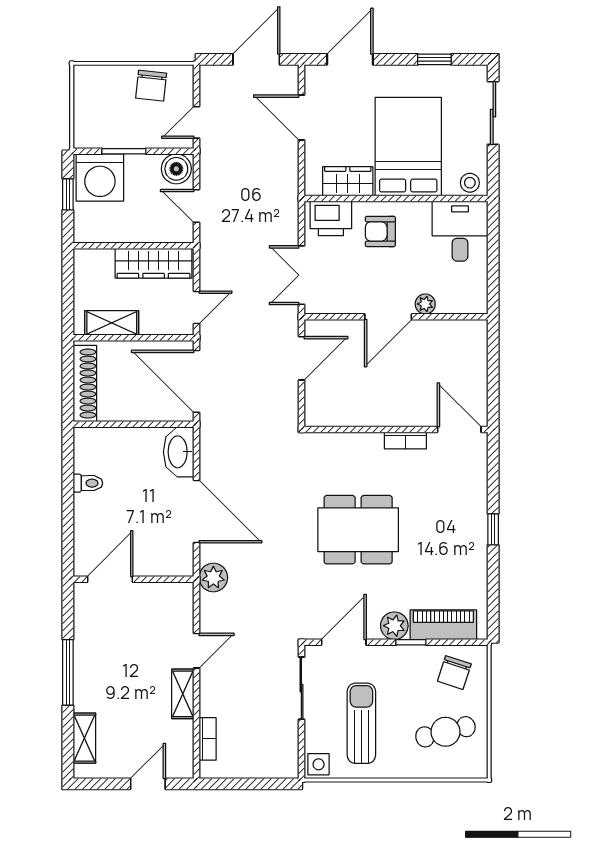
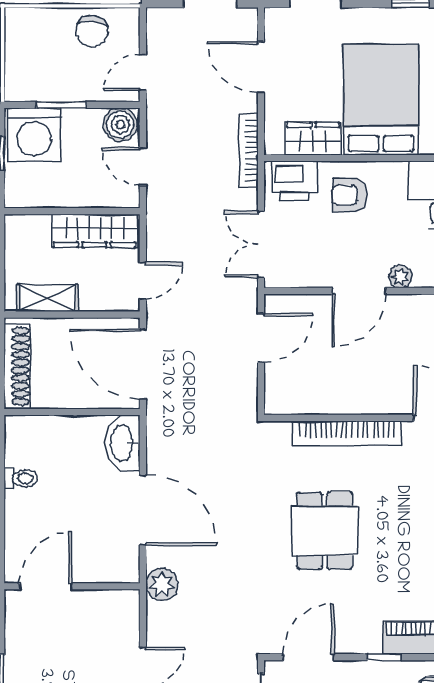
bookcase: (290, 192) -> (249, 150), added
bookcase: (405, 441) -> (347, 433), width x2.31, depth x1.31
dining table: (358, 530) -> (325, 531), width x0.73
plant: (394, 626) -> (365, 639), removed

